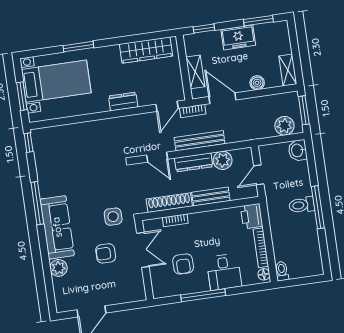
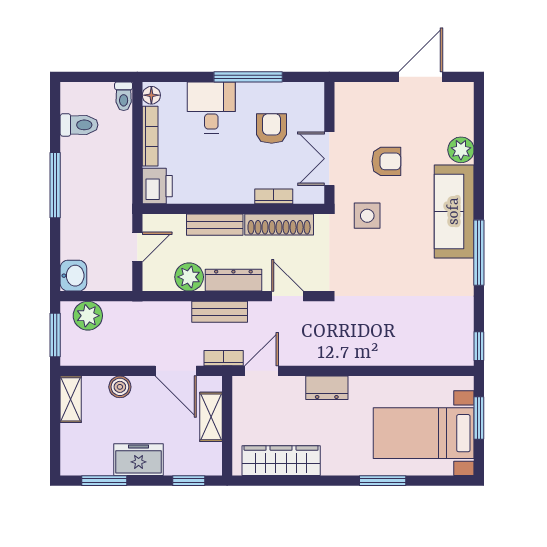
bench: (200, 141) -> (220, 312), width x0.73
toilet: (302, 205) -> (79, 125), moved

